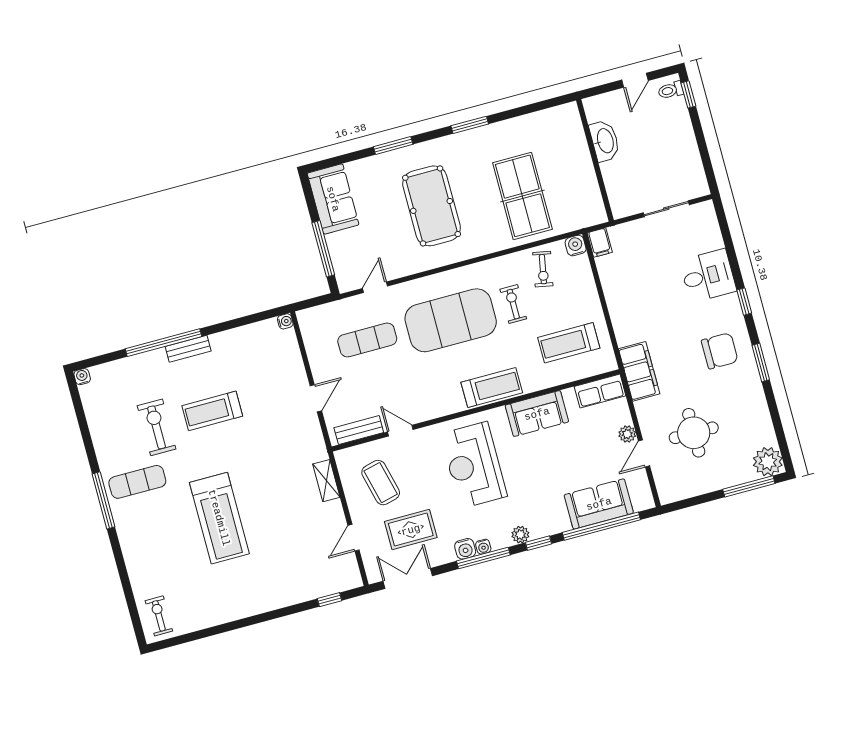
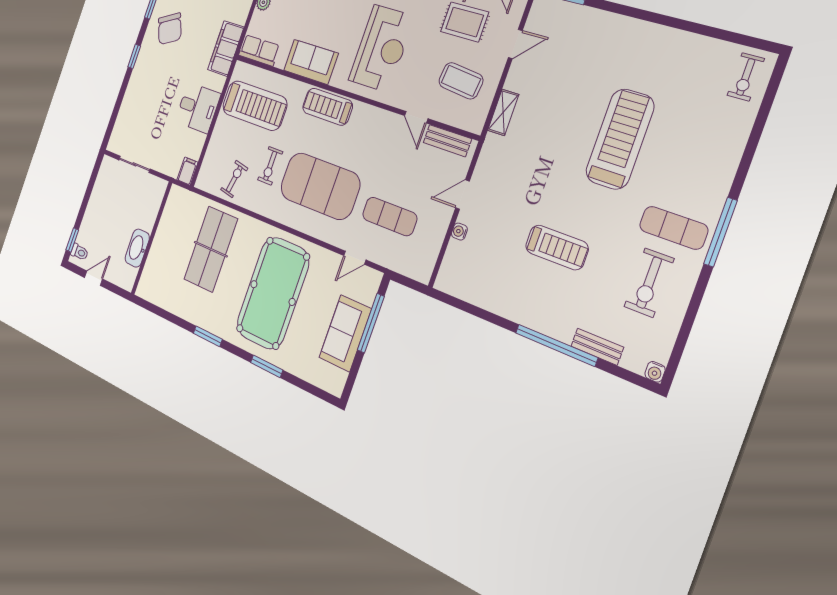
sofa: (333, 199) -> (345, 333), moved
pool table: (432, 206) -> (273, 293), width x1.36, depth x1.32
water cooler: (576, 246) -> (203, 181), removed
desk: (708, 276) -> (198, 108), moved, turned 180
water cooler: (285, 321) -> (459, 232), moved
treadmill: (569, 343) -> (255, 105), width x1.37, depth x1.38
bench: (188, 349) -> (597, 347), moved
chair: (720, 351) -> (170, 29), turned -116
exercise bike: (157, 427) -> (649, 283), moved
coffee table: (381, 483) -> (461, 81), turned -70

